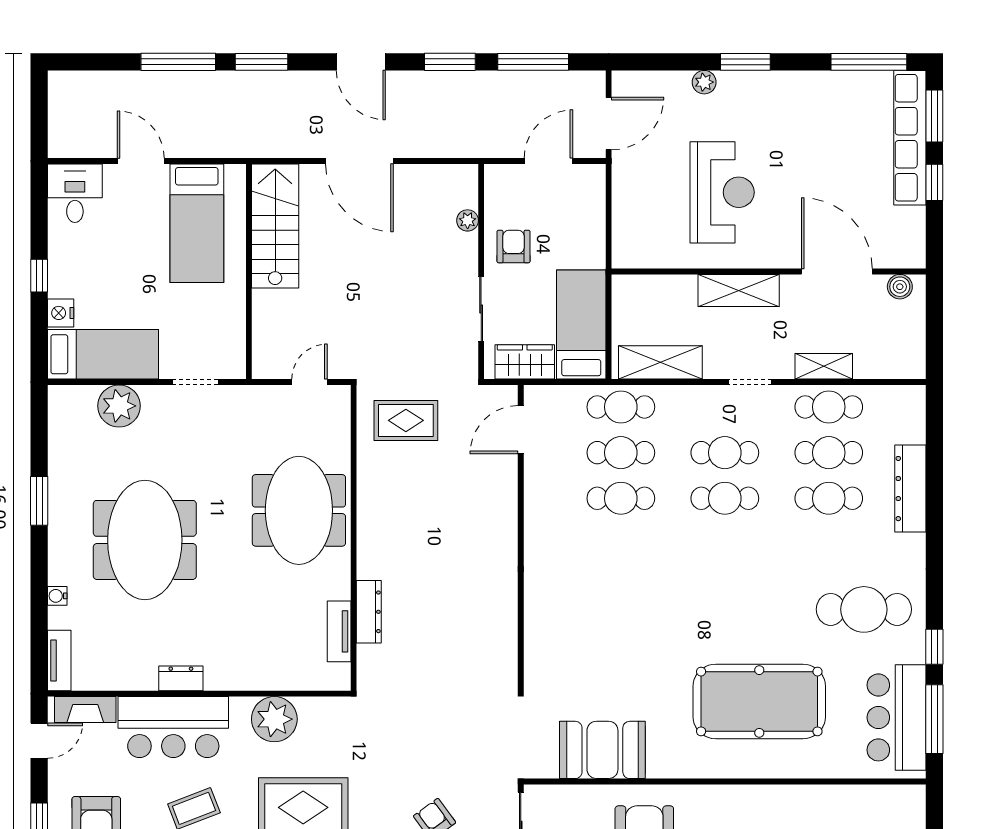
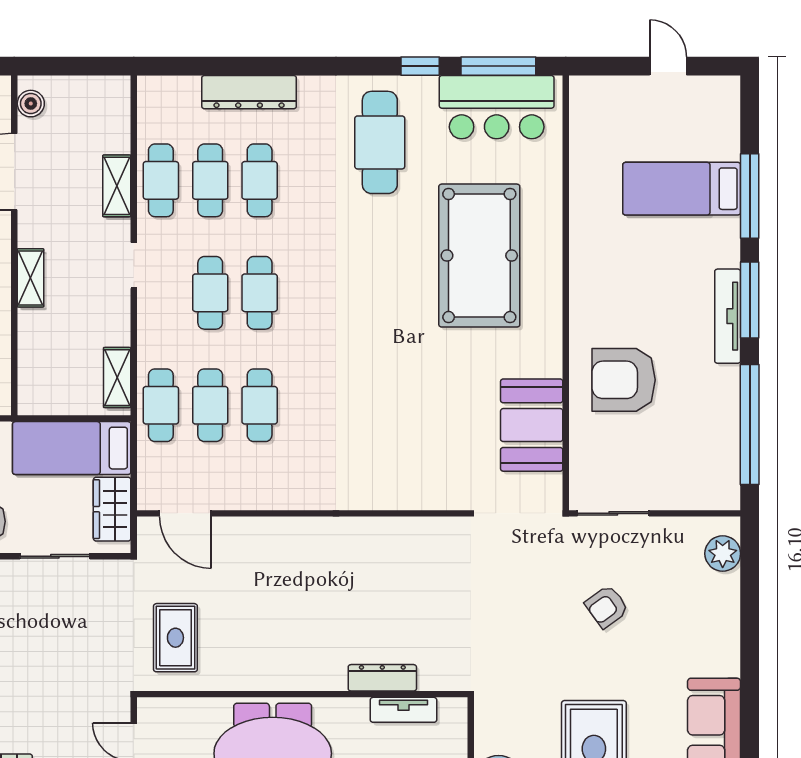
shelving: (739, 290) -> (30, 278), width x0.67, depth x0.75
shelving: (660, 362) -> (117, 378), width x0.67, depth x0.75

